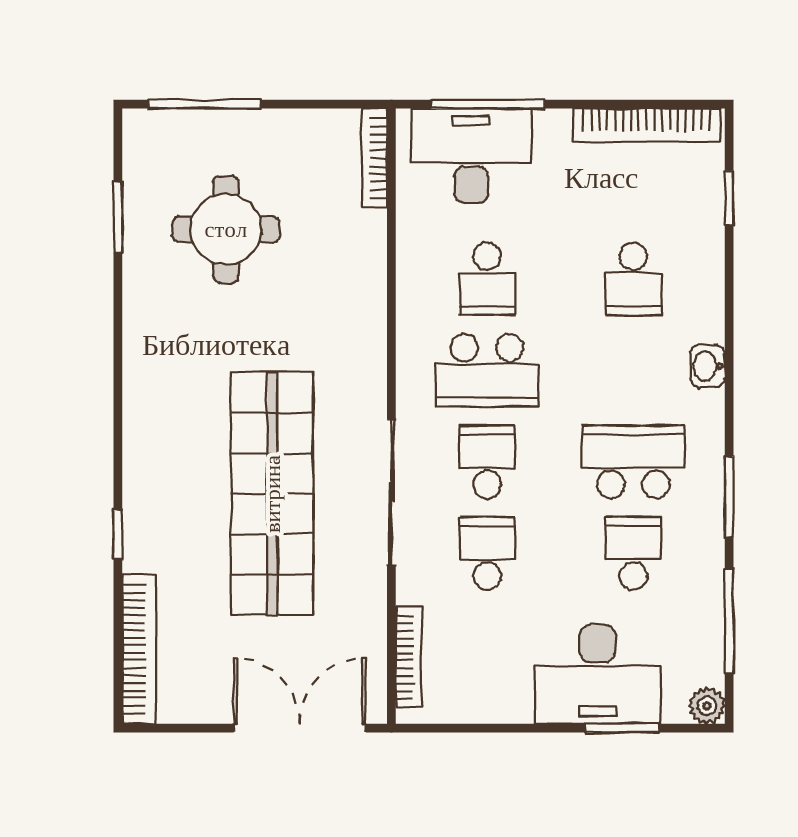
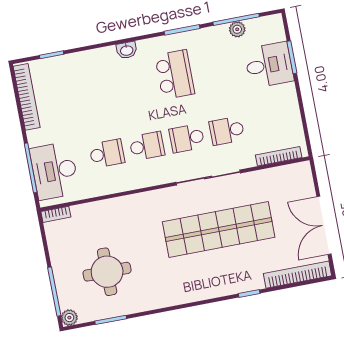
plant: (140, 127) -> (69, 318), added
bookcase: (374, 158) -> (56, 214), width x0.64
school desk: (633, 279) -> (95, 90), removed
school desk: (487, 370) -> (147, 146), width x0.54
school desk: (633, 462) -> (175, 74), turned 180
school desk: (633, 553) -> (215, 67), removed
desk: (598, 674) -> (269, 65), width x0.73
plant: (707, 706) -> (237, 29), moved
double door: (300, 728) -> (324, 225), moved

